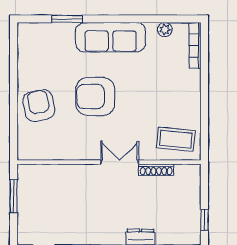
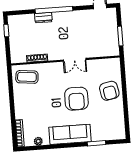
armchair: (95, 96) -> (76, 99), turned 90
double door: (120, 162) -> (75, 60), moved

